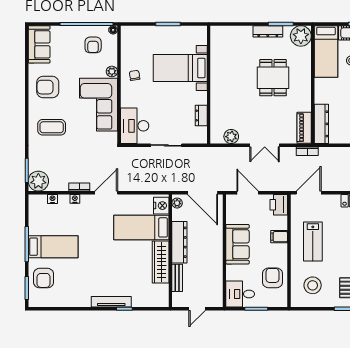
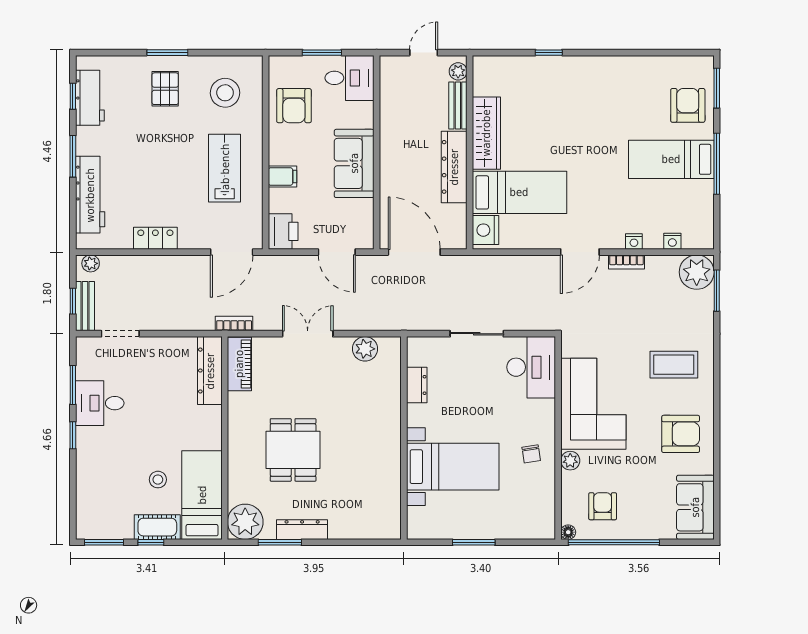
plant: (177, 203) -> (458, 71), moved
tv unit: (111, 302) -> (571, 65), removed

